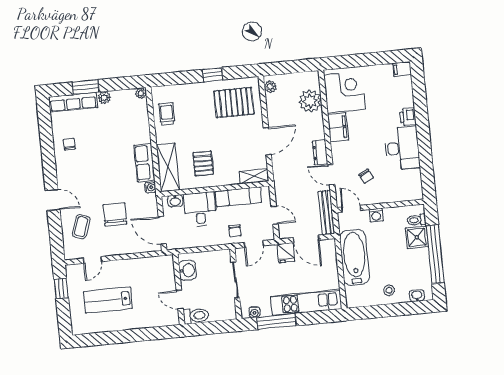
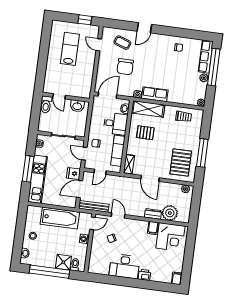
window: (213, 75) -> (202, 153), width x2.17
window: (86, 87) -> (214, 67), width x2.11
filing cabinet: (338, 127) -> (153, 228), width x0.50
dresser: (320, 153) -> (153, 214), moved
door: (331, 175) -> (118, 215), hinge flipped
chair: (115, 215) -> (125, 67), turned 90
door: (180, 300) -> (59, 96), swing flipped
window: (276, 321) -> (28, 169), moved

